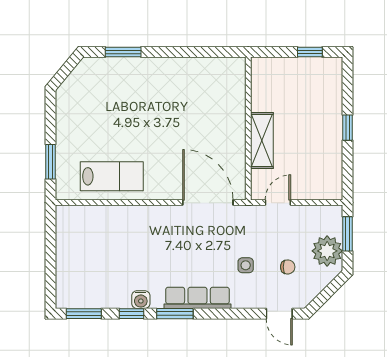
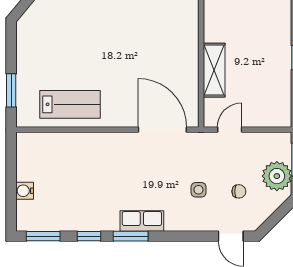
row of seats: (197, 298) -> (142, 221), width x0.68
water cooler: (141, 300) -> (25, 191), moved, turned 90

